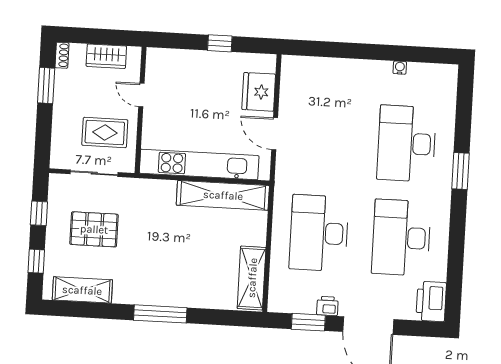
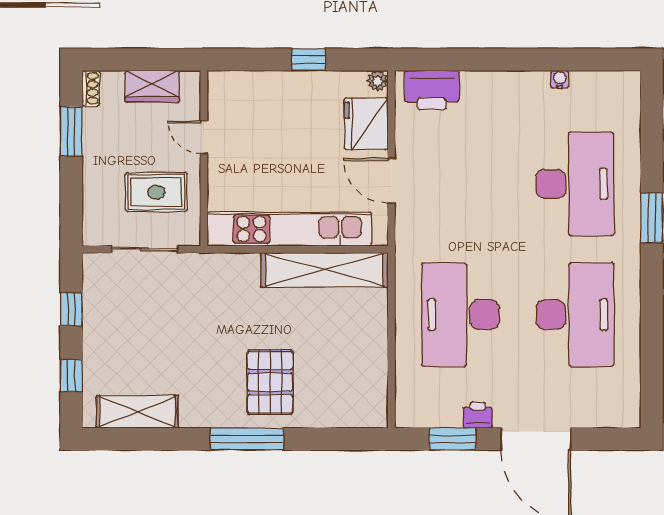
plant: (269, 61) -> (378, 81), added
desk: (407, 143) -> (575, 184), turned 180
pallet: (94, 229) -> (270, 382), moved, turned 90
desk: (401, 238) -> (575, 315), turned 180
shelving: (252, 278) -> (371, 382), removed
printer: (431, 301) -> (432, 90), moved, turned -90

